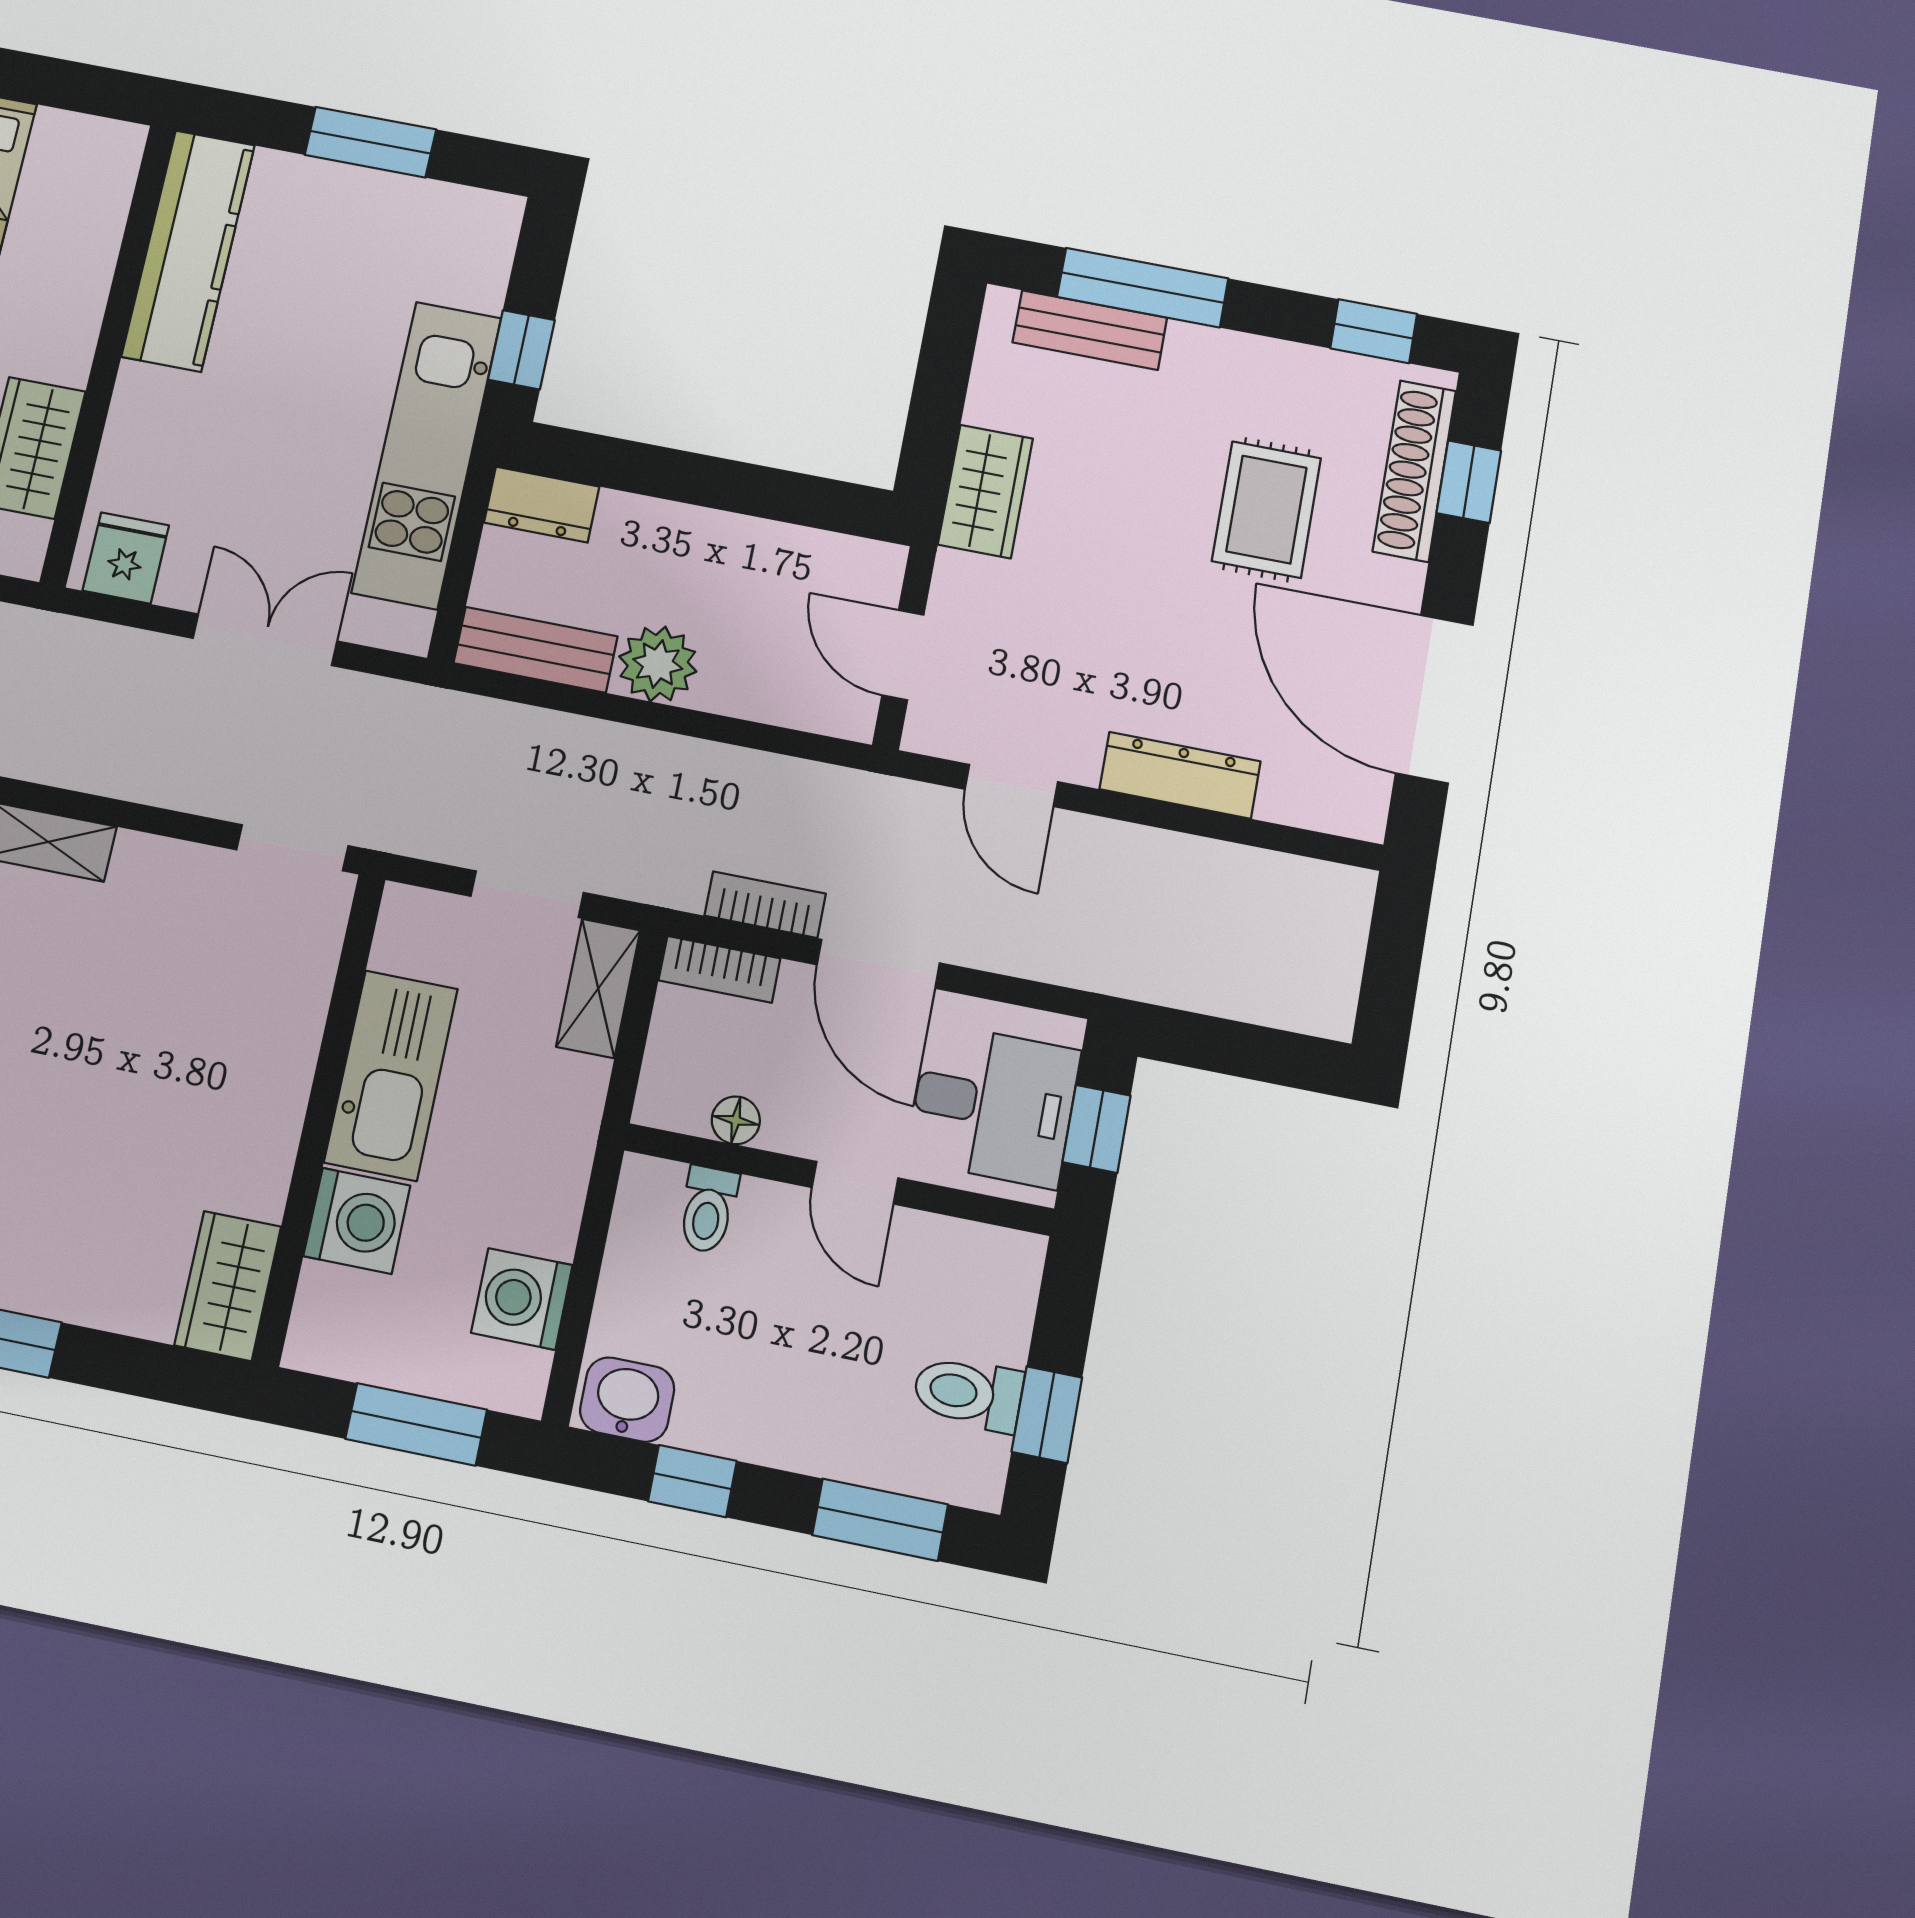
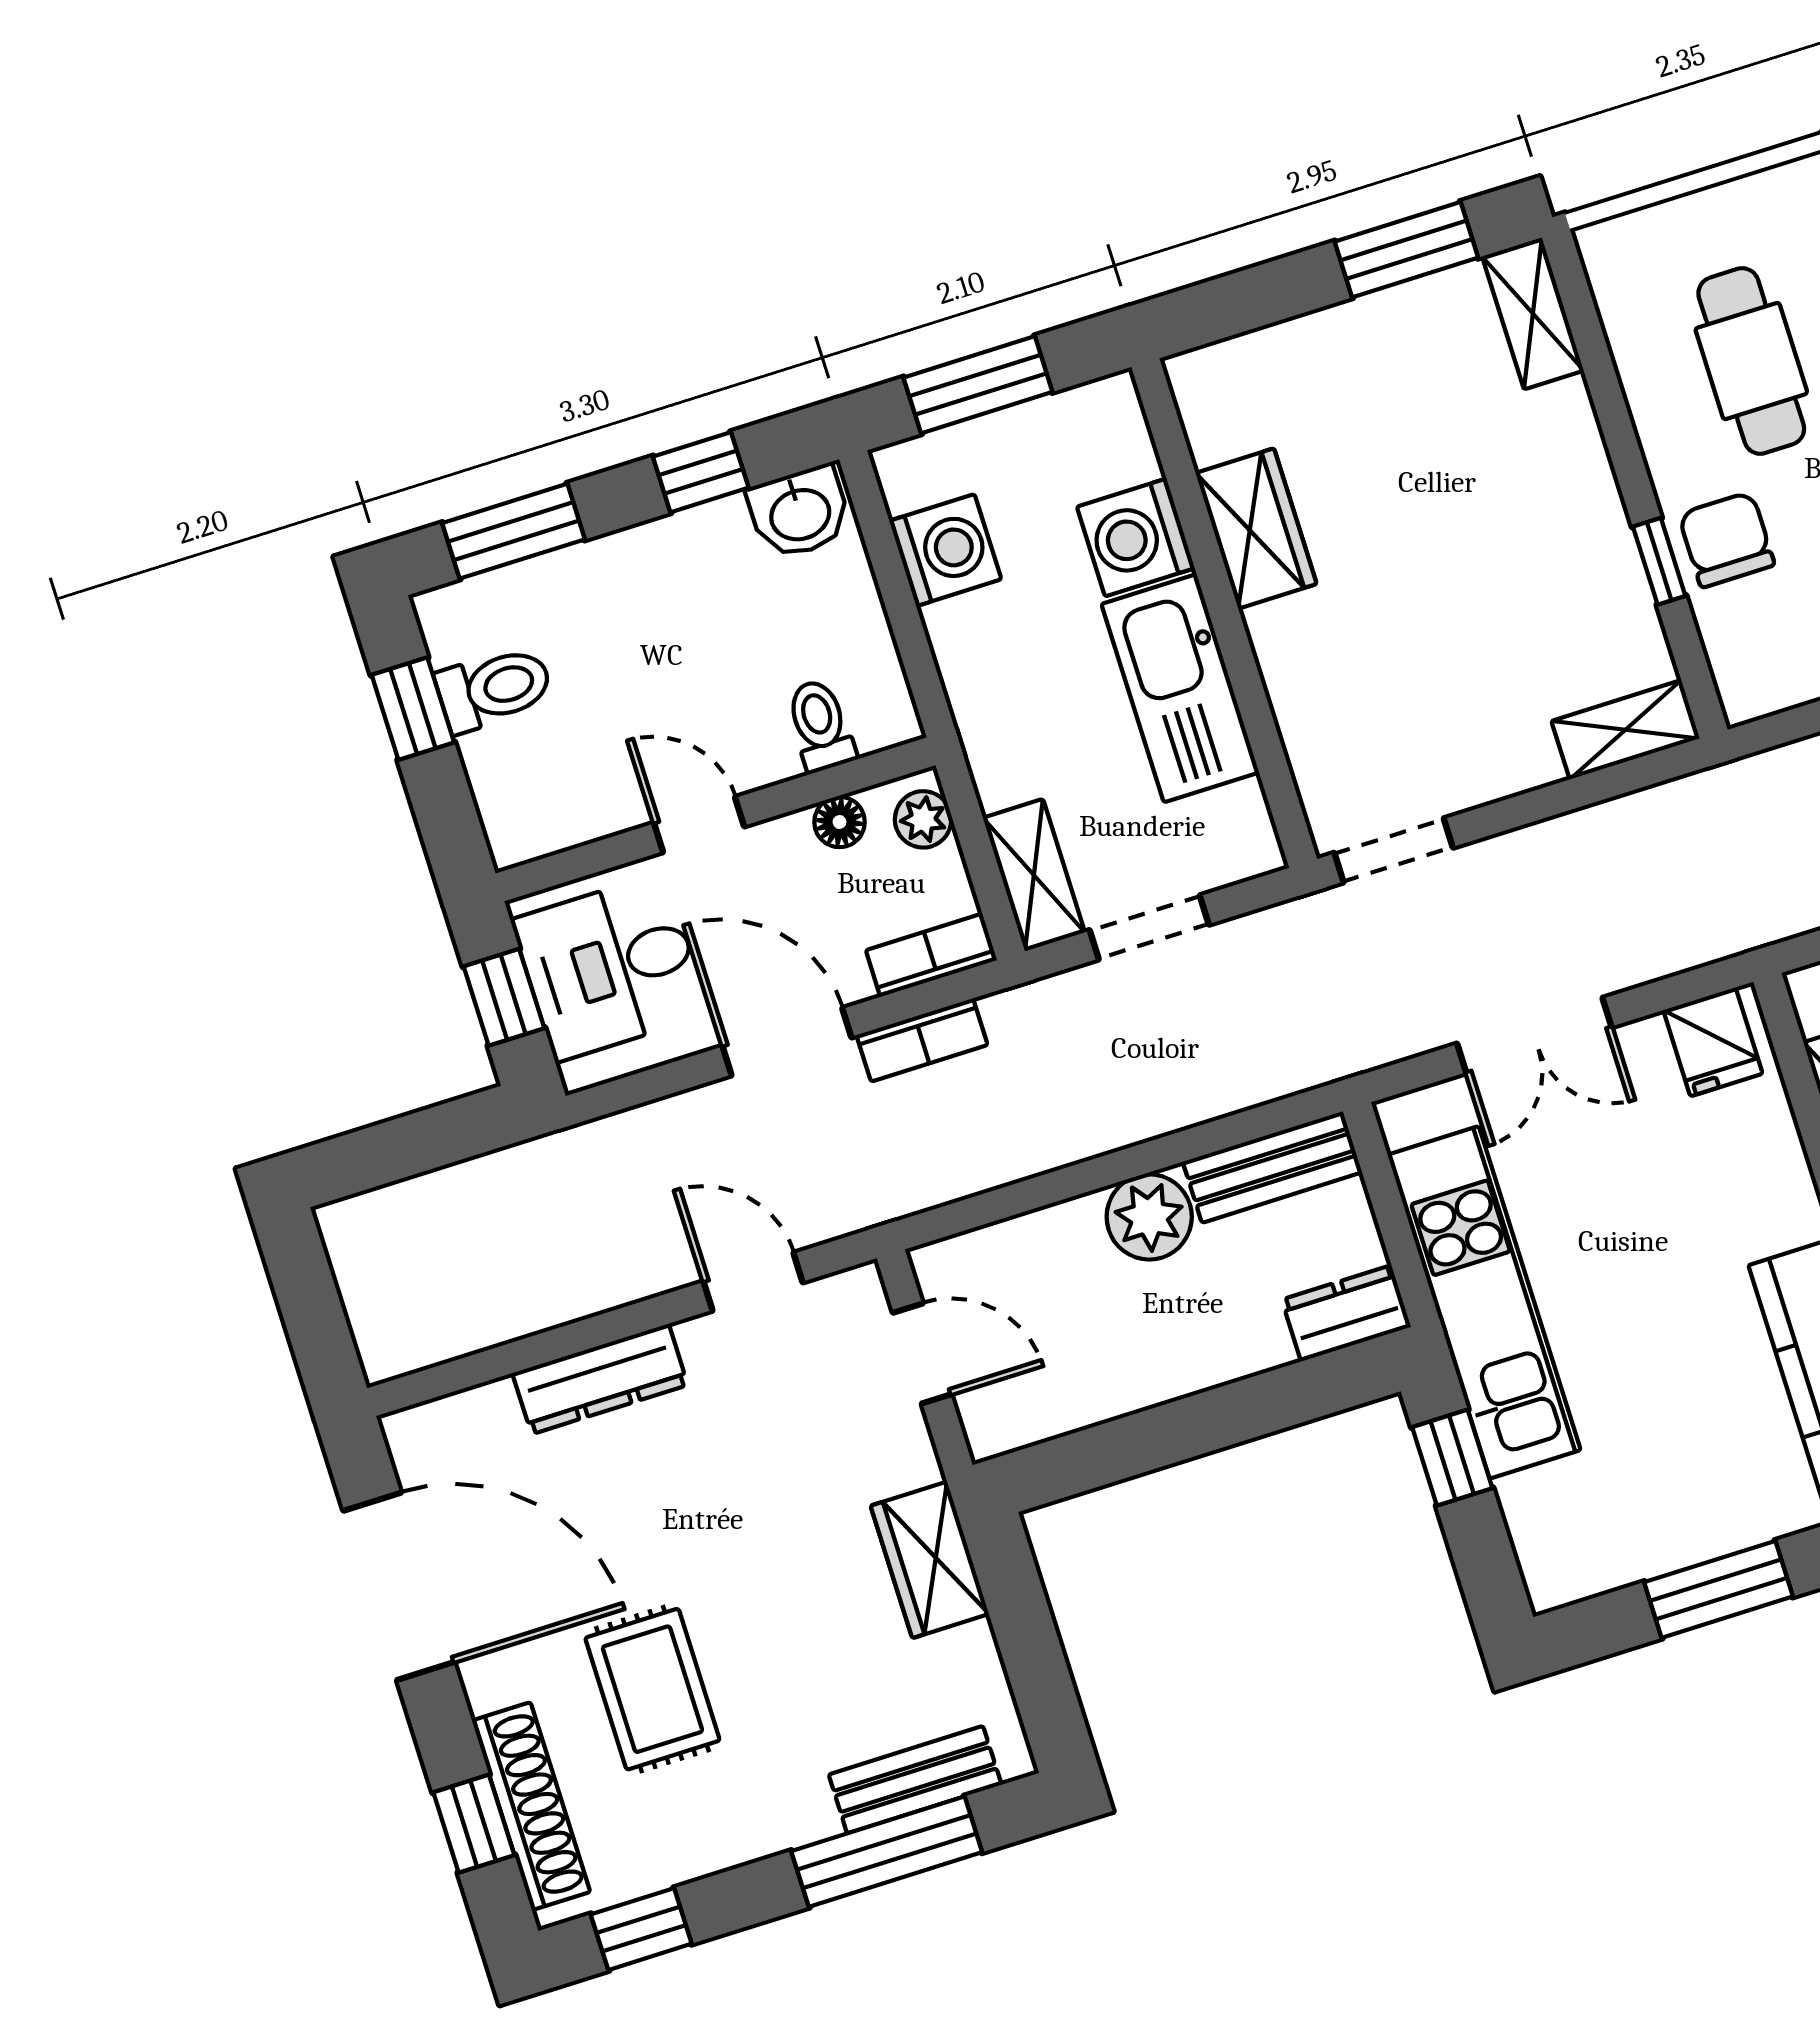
plant: (665, 1084) -> (923, 819), added
wardrobe: (228, 1286) -> (1256, 528), moved

